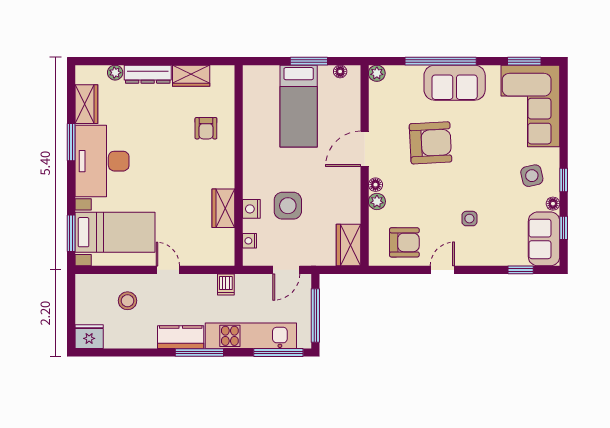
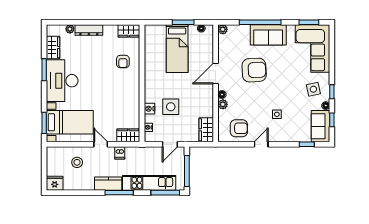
wardrobe: (191, 76) -> (129, 31), moved
wardrobe: (223, 208) -> (128, 135), moved, turned 90
dishwasher: (226, 284) -> (120, 153), moved

